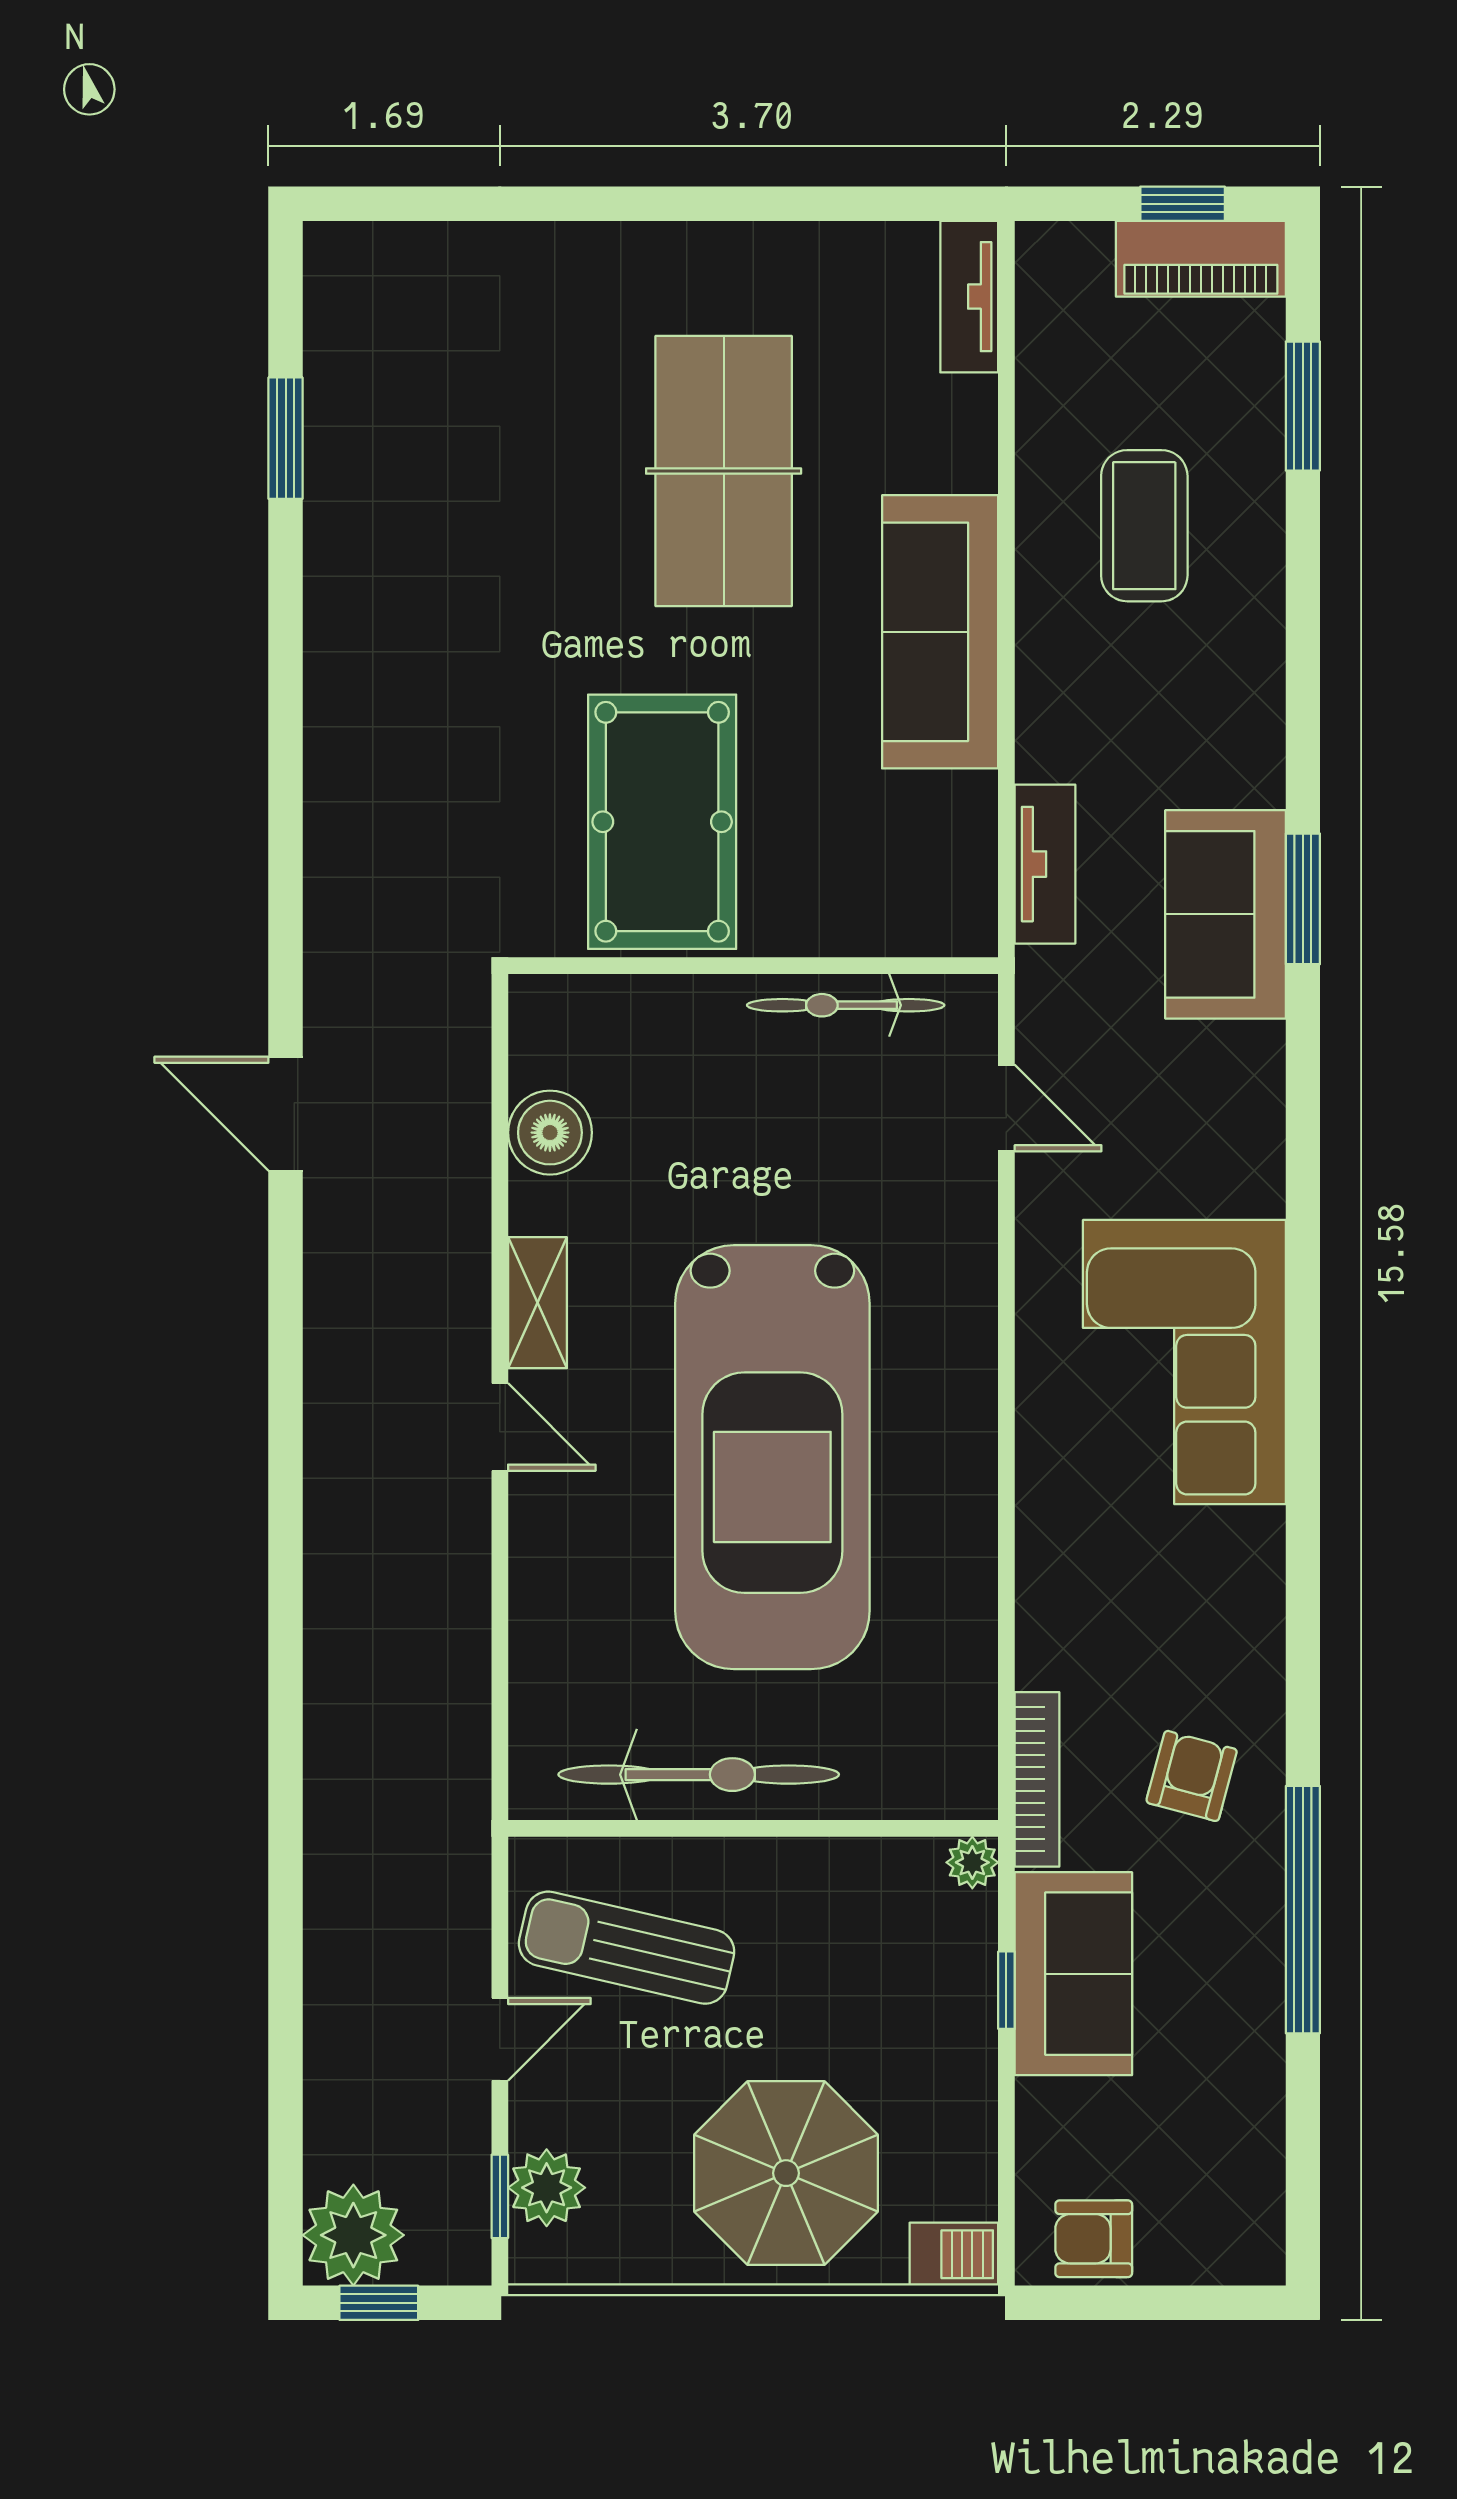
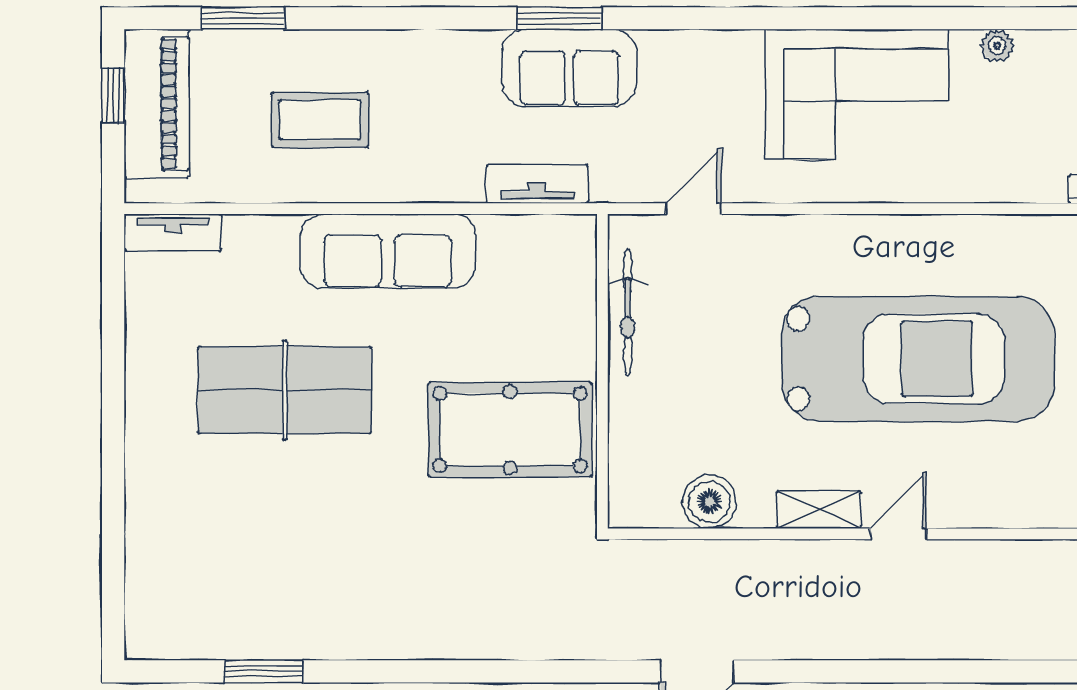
piano: (1201, 259) -> (156, 104), width x1.37, depth x1.33
plant: (1260, 1581) -> (997, 46), added

